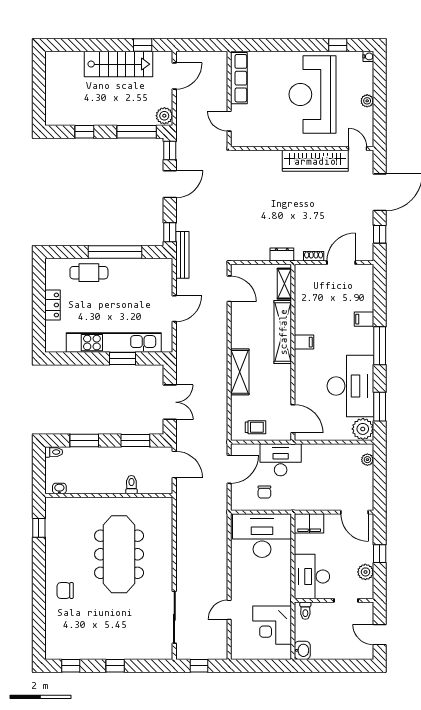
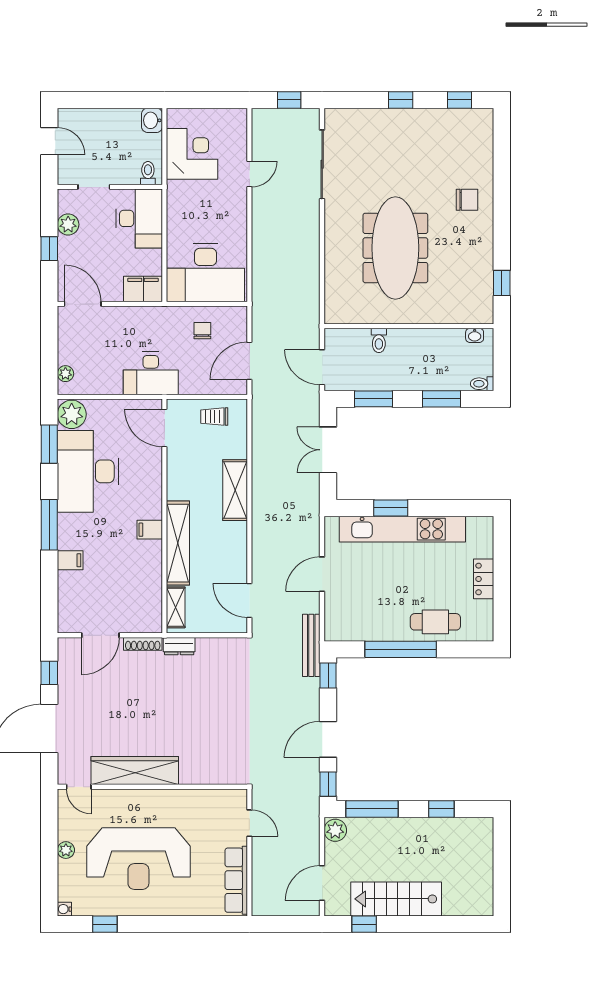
reception desk: (312, 94) -> (138, 859), turned 90
shoe rack: (314, 256) -> (143, 644), width x1.43
desk: (281, 460) -> (151, 373), moved

